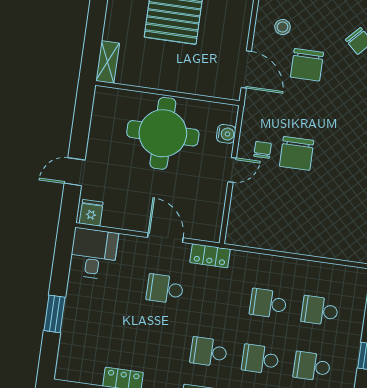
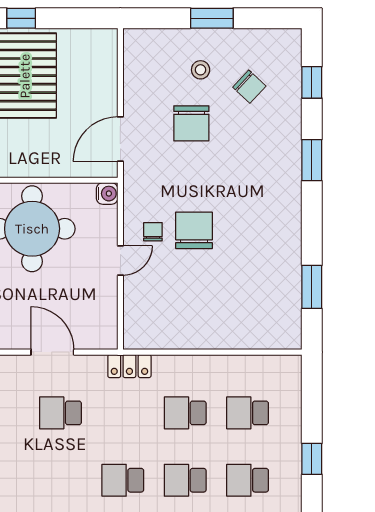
stool: (283, 27) -> (201, 70), moved
door: (246, 69) -> (120, 139), swing flipped
water cooler: (226, 134) -> (107, 194), moved
chair: (297, 153) -> (194, 230), turned 180
locker: (210, 256) -> (129, 366), moved

